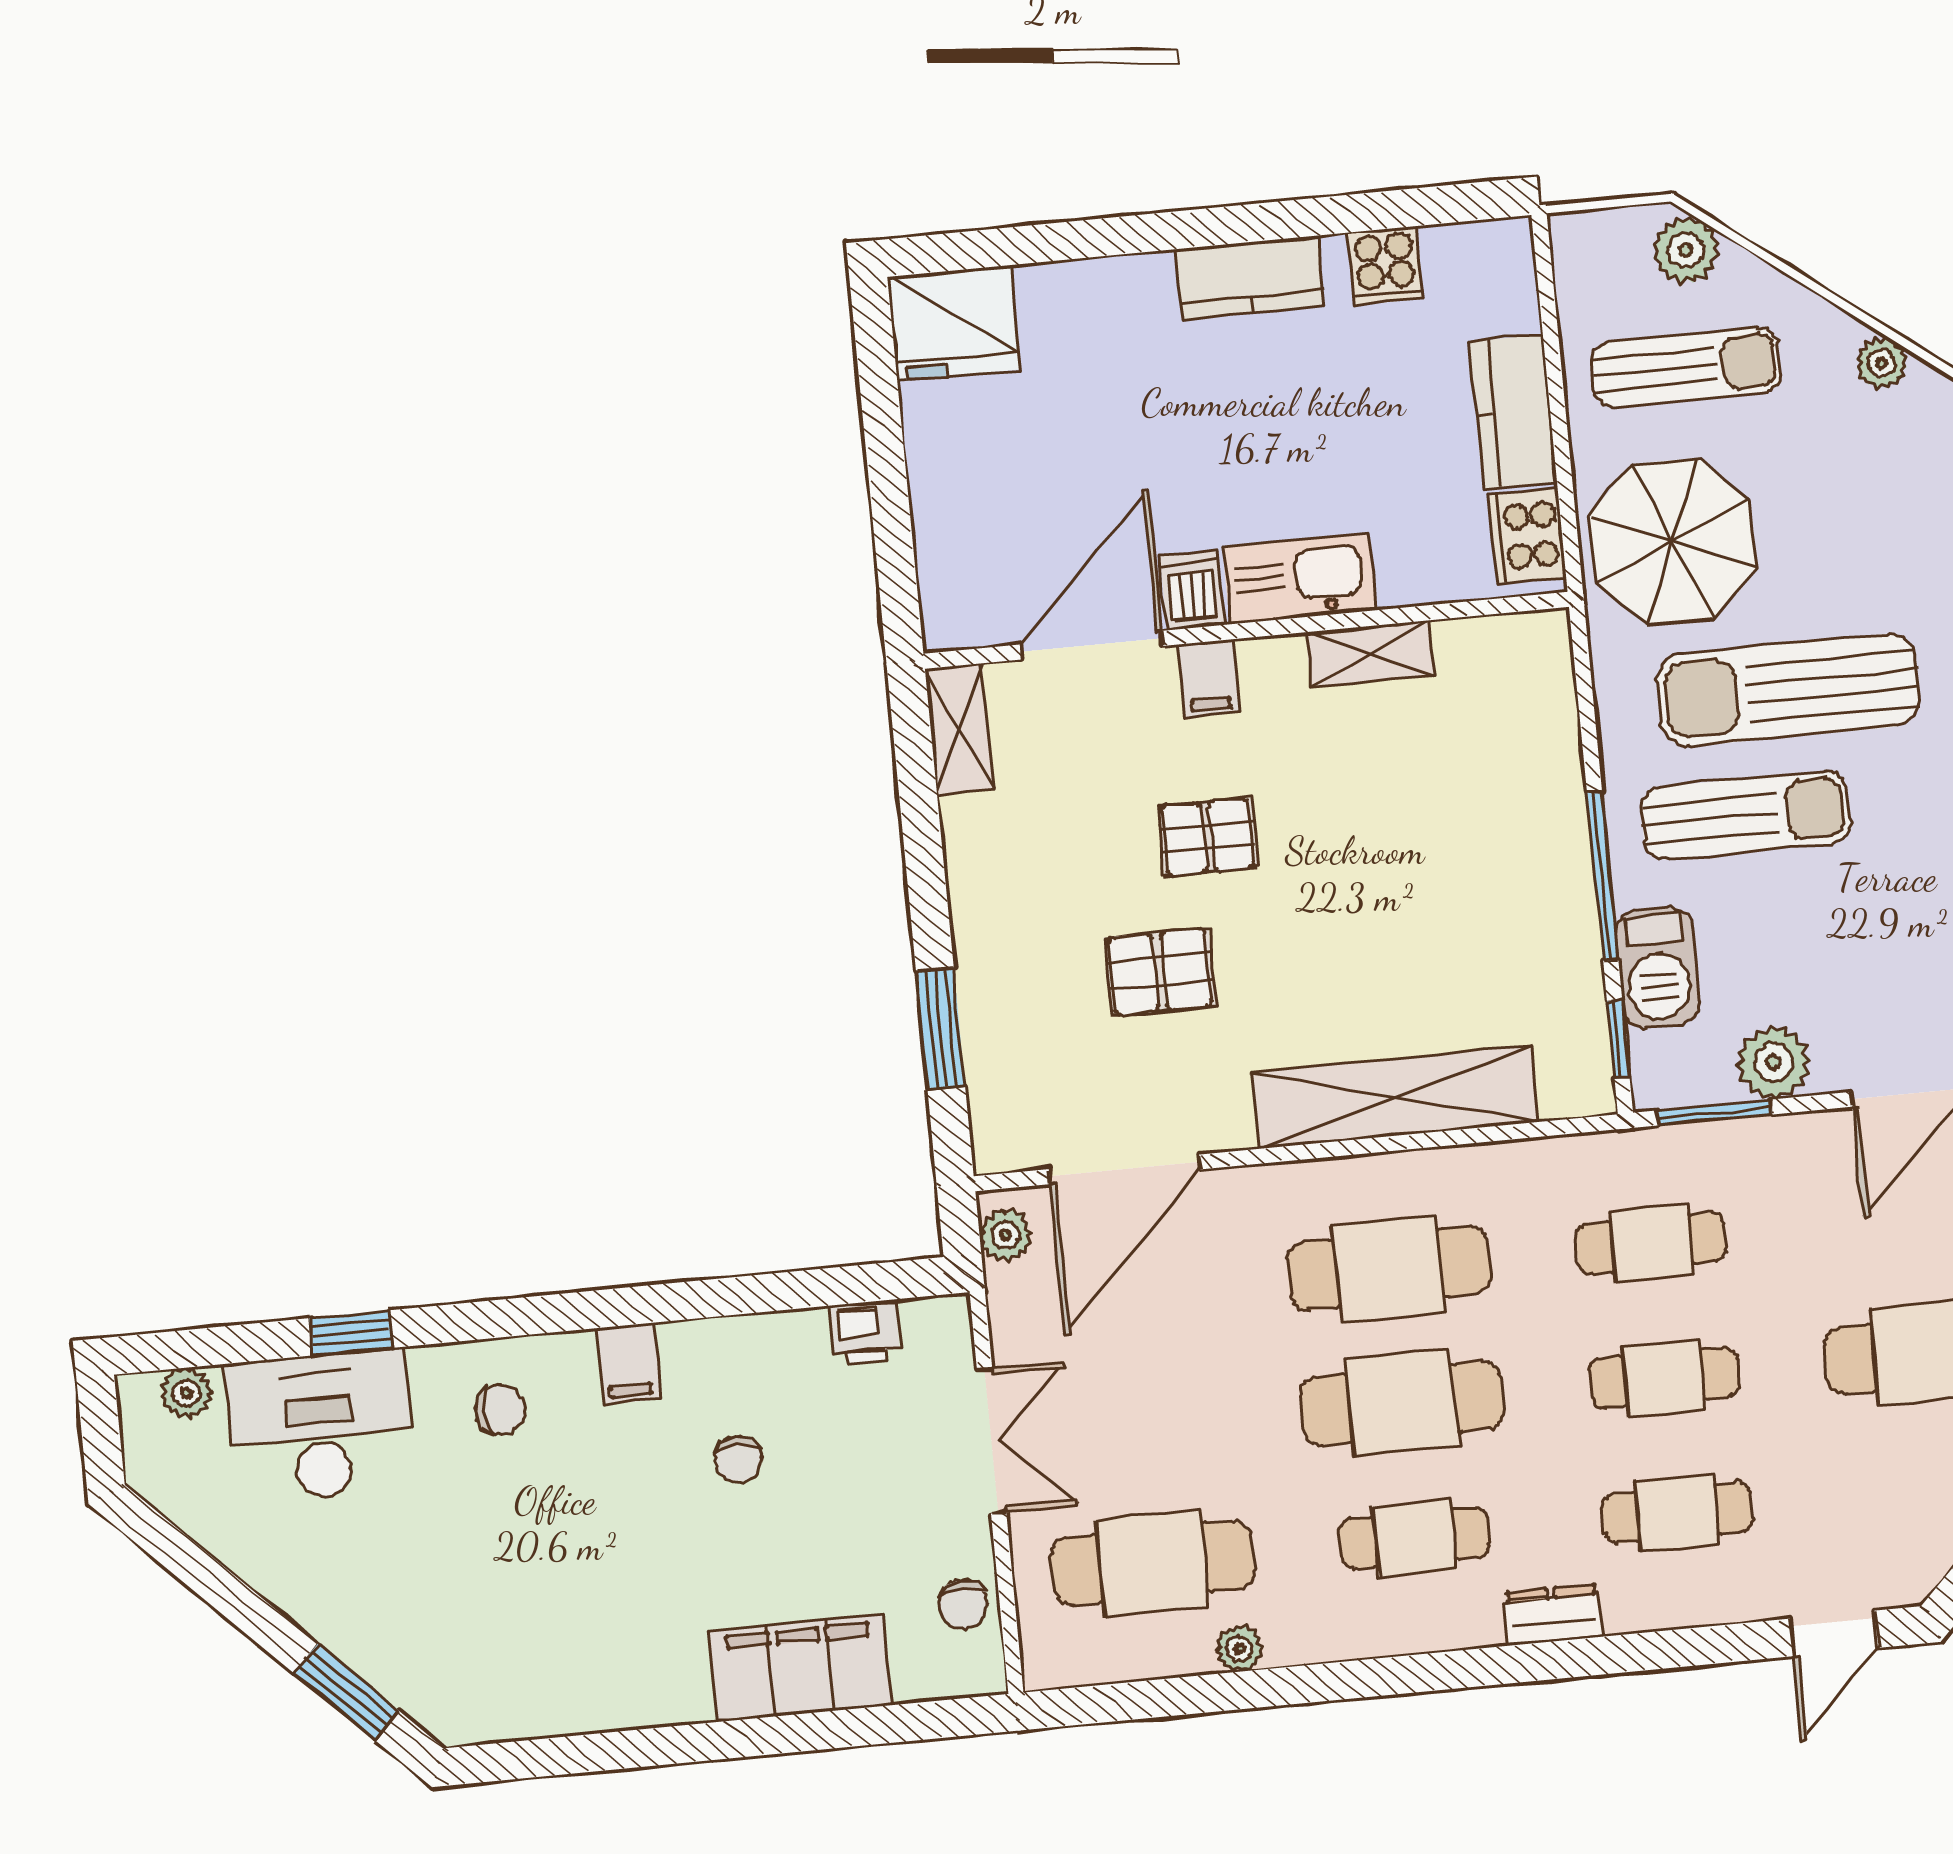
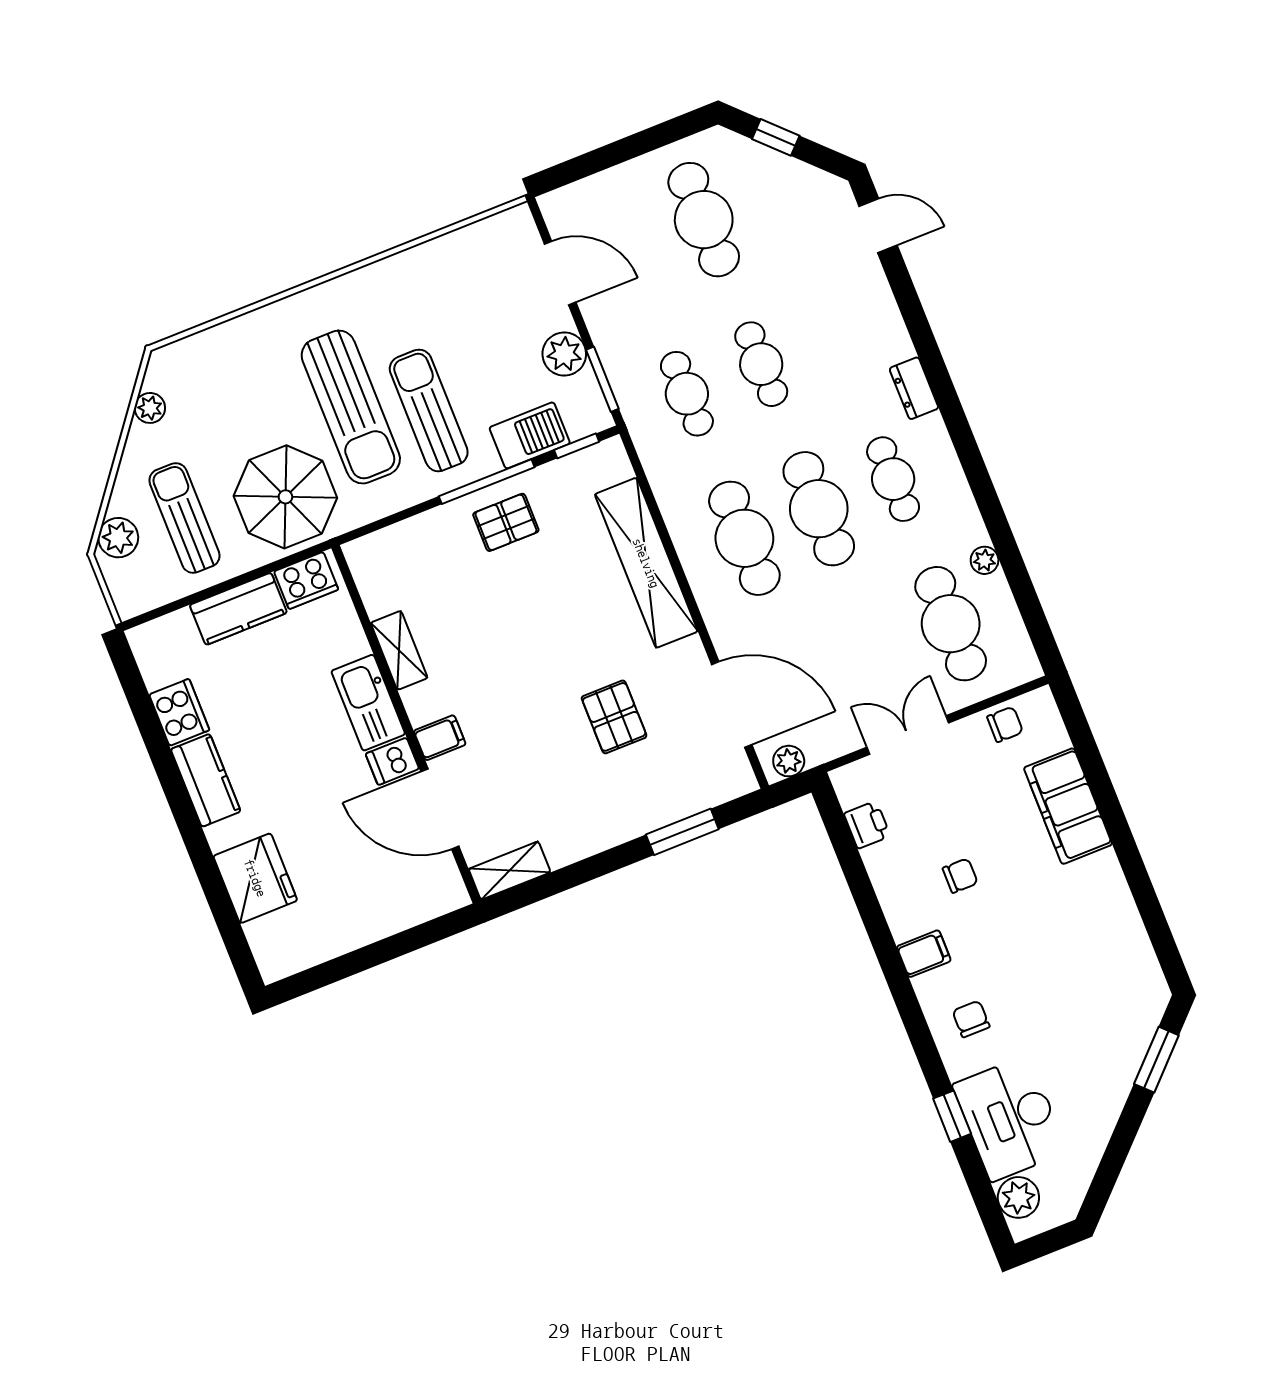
cooker: (1385, 266) -> (179, 712), width x1.36
fridge: (954, 323) -> (255, 878), moved
pallet: (1207, 837) -> (506, 522), moved, turned 90
plant: (186, 1393) -> (1018, 1197), width x1.38, depth x1.38
cafe table: (1677, 1513) -> (836, 335), removed

